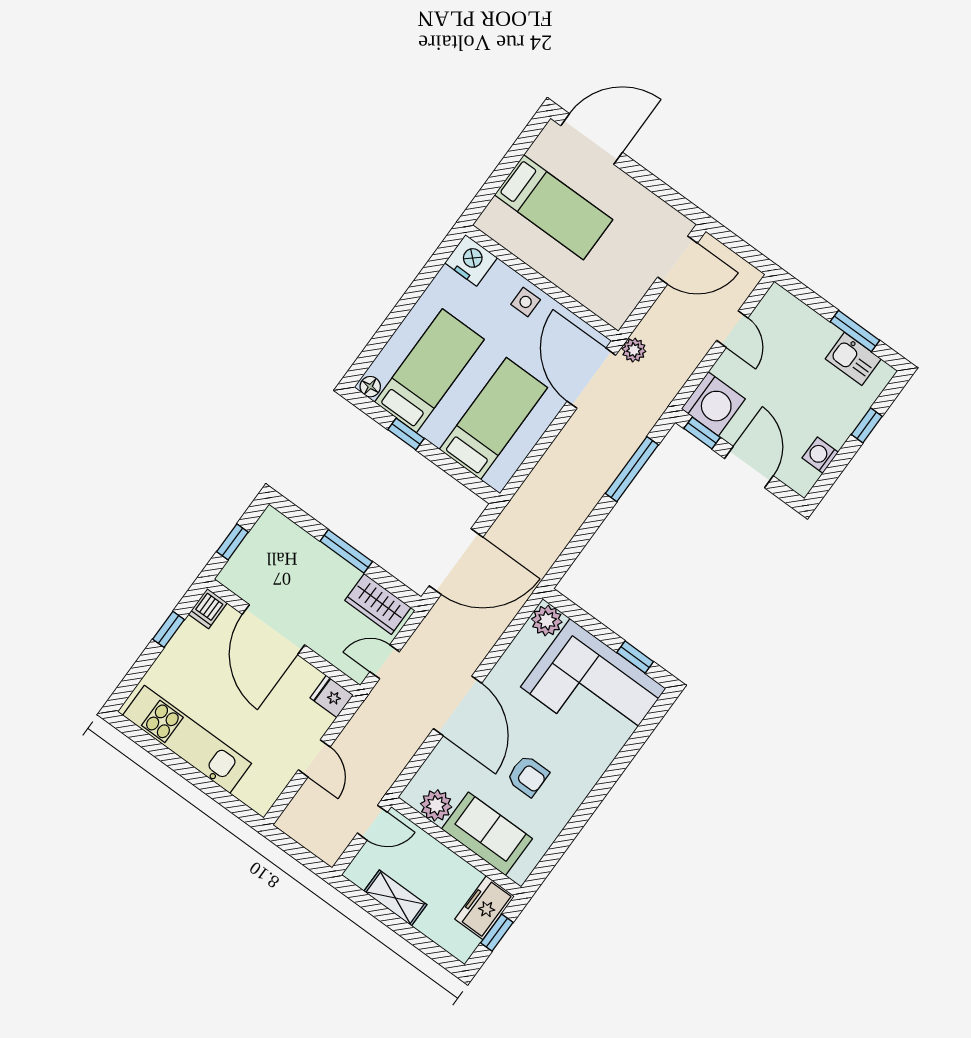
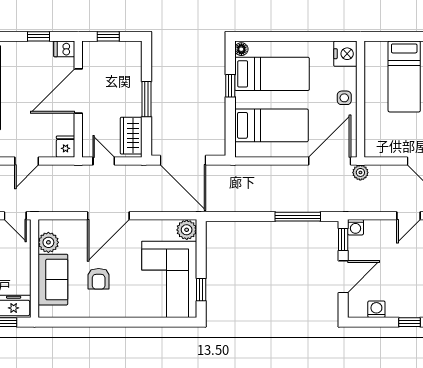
washing machine: (713, 404) -> (356, 227), width x0.53, depth x0.53

